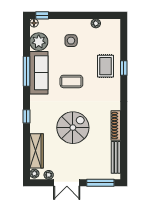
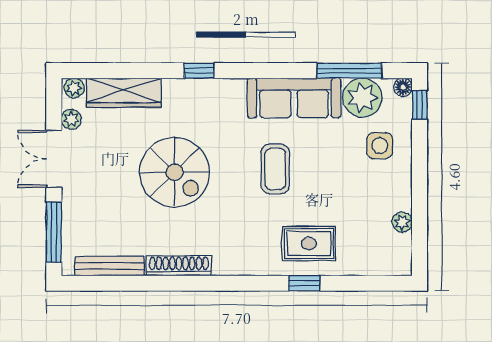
side table: (71, 41) -> (380, 146), moved
window: (26, 71) -> (349, 71), moved

